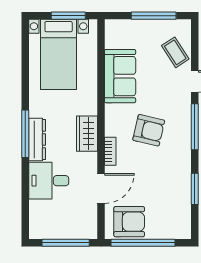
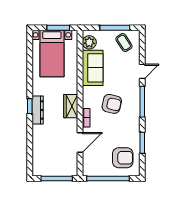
plant: (115, 38) -> (89, 42), added
coffee table: (175, 52) -> (124, 43), moved
window: (25, 134) -> (30, 106), width x0.46
desk: (49, 181) -> (45, 137), removed
armchair: (129, 222) -> (123, 158), moved

